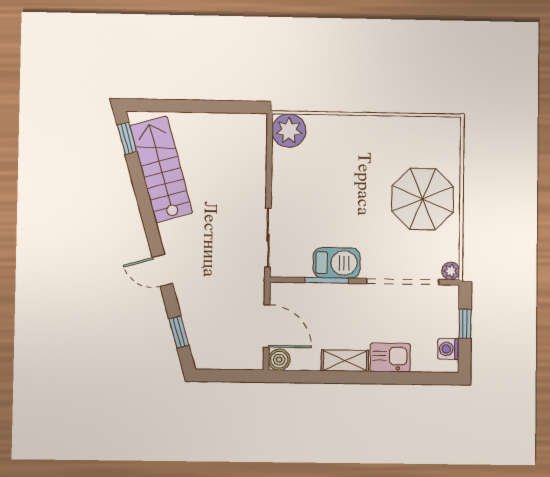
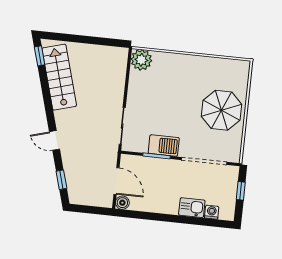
plant: (451, 271) -> (235, 157), removed
washing machine: (448, 349) -> (212, 212), moved, turned 90
shelving: (345, 361) -> (163, 207), removed

